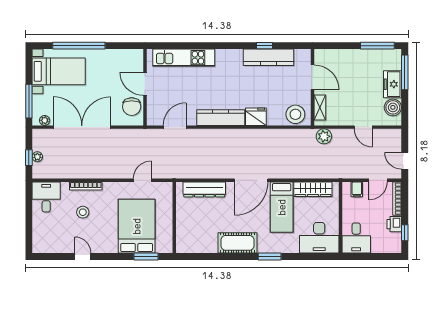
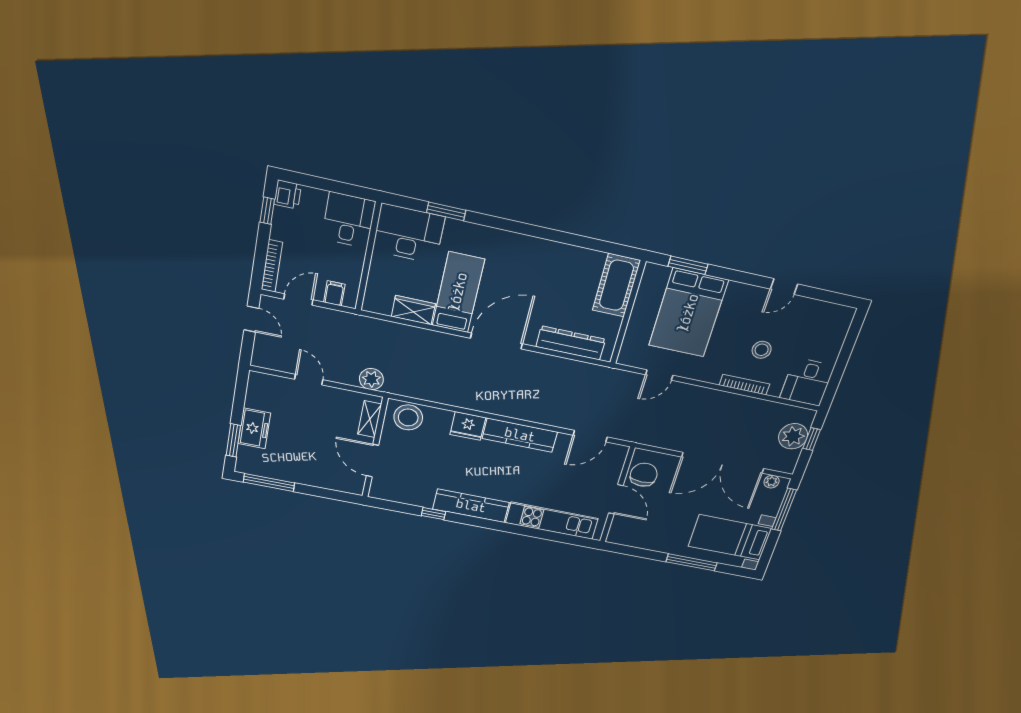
window: (79, 46) -> (691, 562), width x0.68
kitchen counter: (268, 57) -> (471, 506), moved
window: (405, 72) -> (233, 440), width x0.69
boiler: (393, 107) -> (259, 397), removed
plant: (37, 157) -> (793, 436), width x1.87, depth x1.87
wardrobe: (313, 189) -> (413, 310), width x0.67
printer: (394, 224) -> (288, 195), moved
cot: (238, 243) -> (616, 285), moved, turned 90
door: (83, 257) -> (784, 287), hinge flipped
window: (270, 257) -> (446, 211), moved

